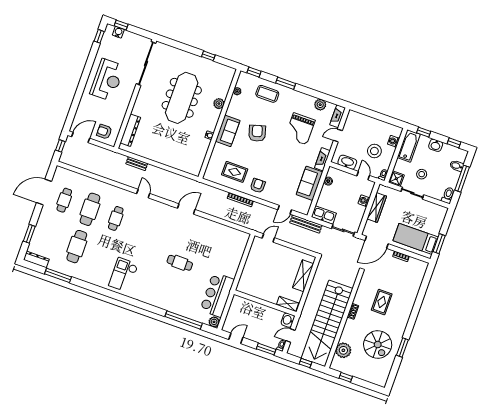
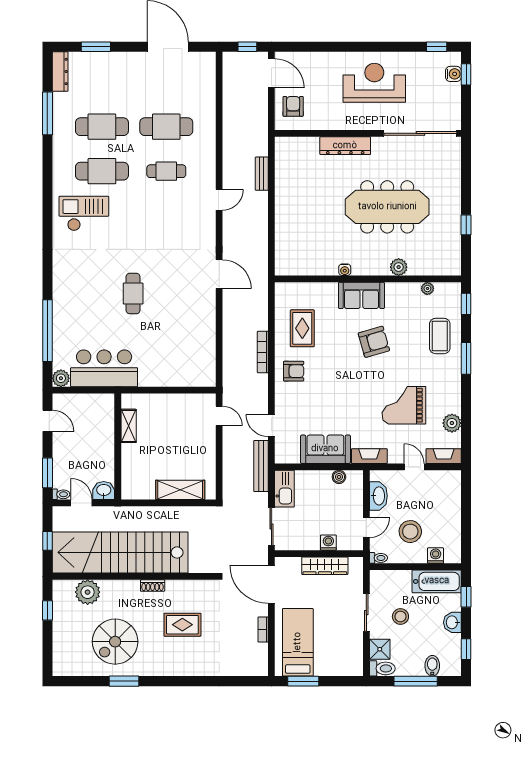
reception desk: (107, 80) -> (374, 83), turned 180
dresser: (130, 130) -> (345, 146), moved
shower: (396, 179) -> (380, 649), moved
cafe table: (64, 200) -> (102, 171), moved, width x1.37, depth x1.35
shelving: (287, 304) -> (129, 426), moved

